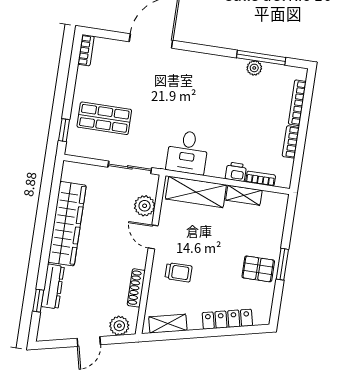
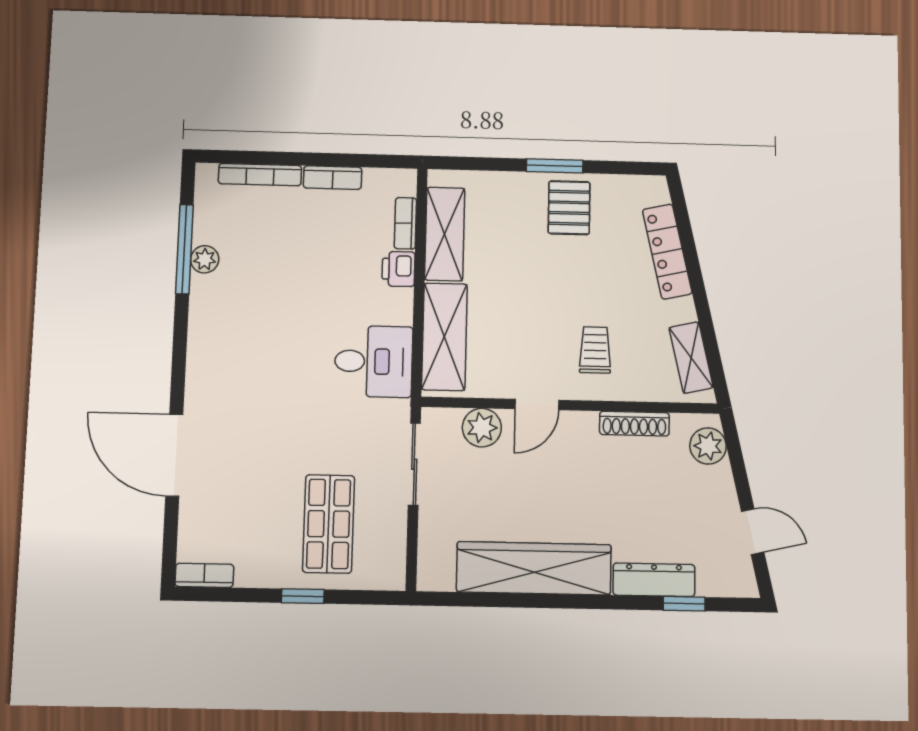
window: (64, 130) -> (303, 596), moved
shelving: (244, 195) -> (445, 234), width x1.50, depth x1.33
door: (89, 341) -> (753, 532), moved

